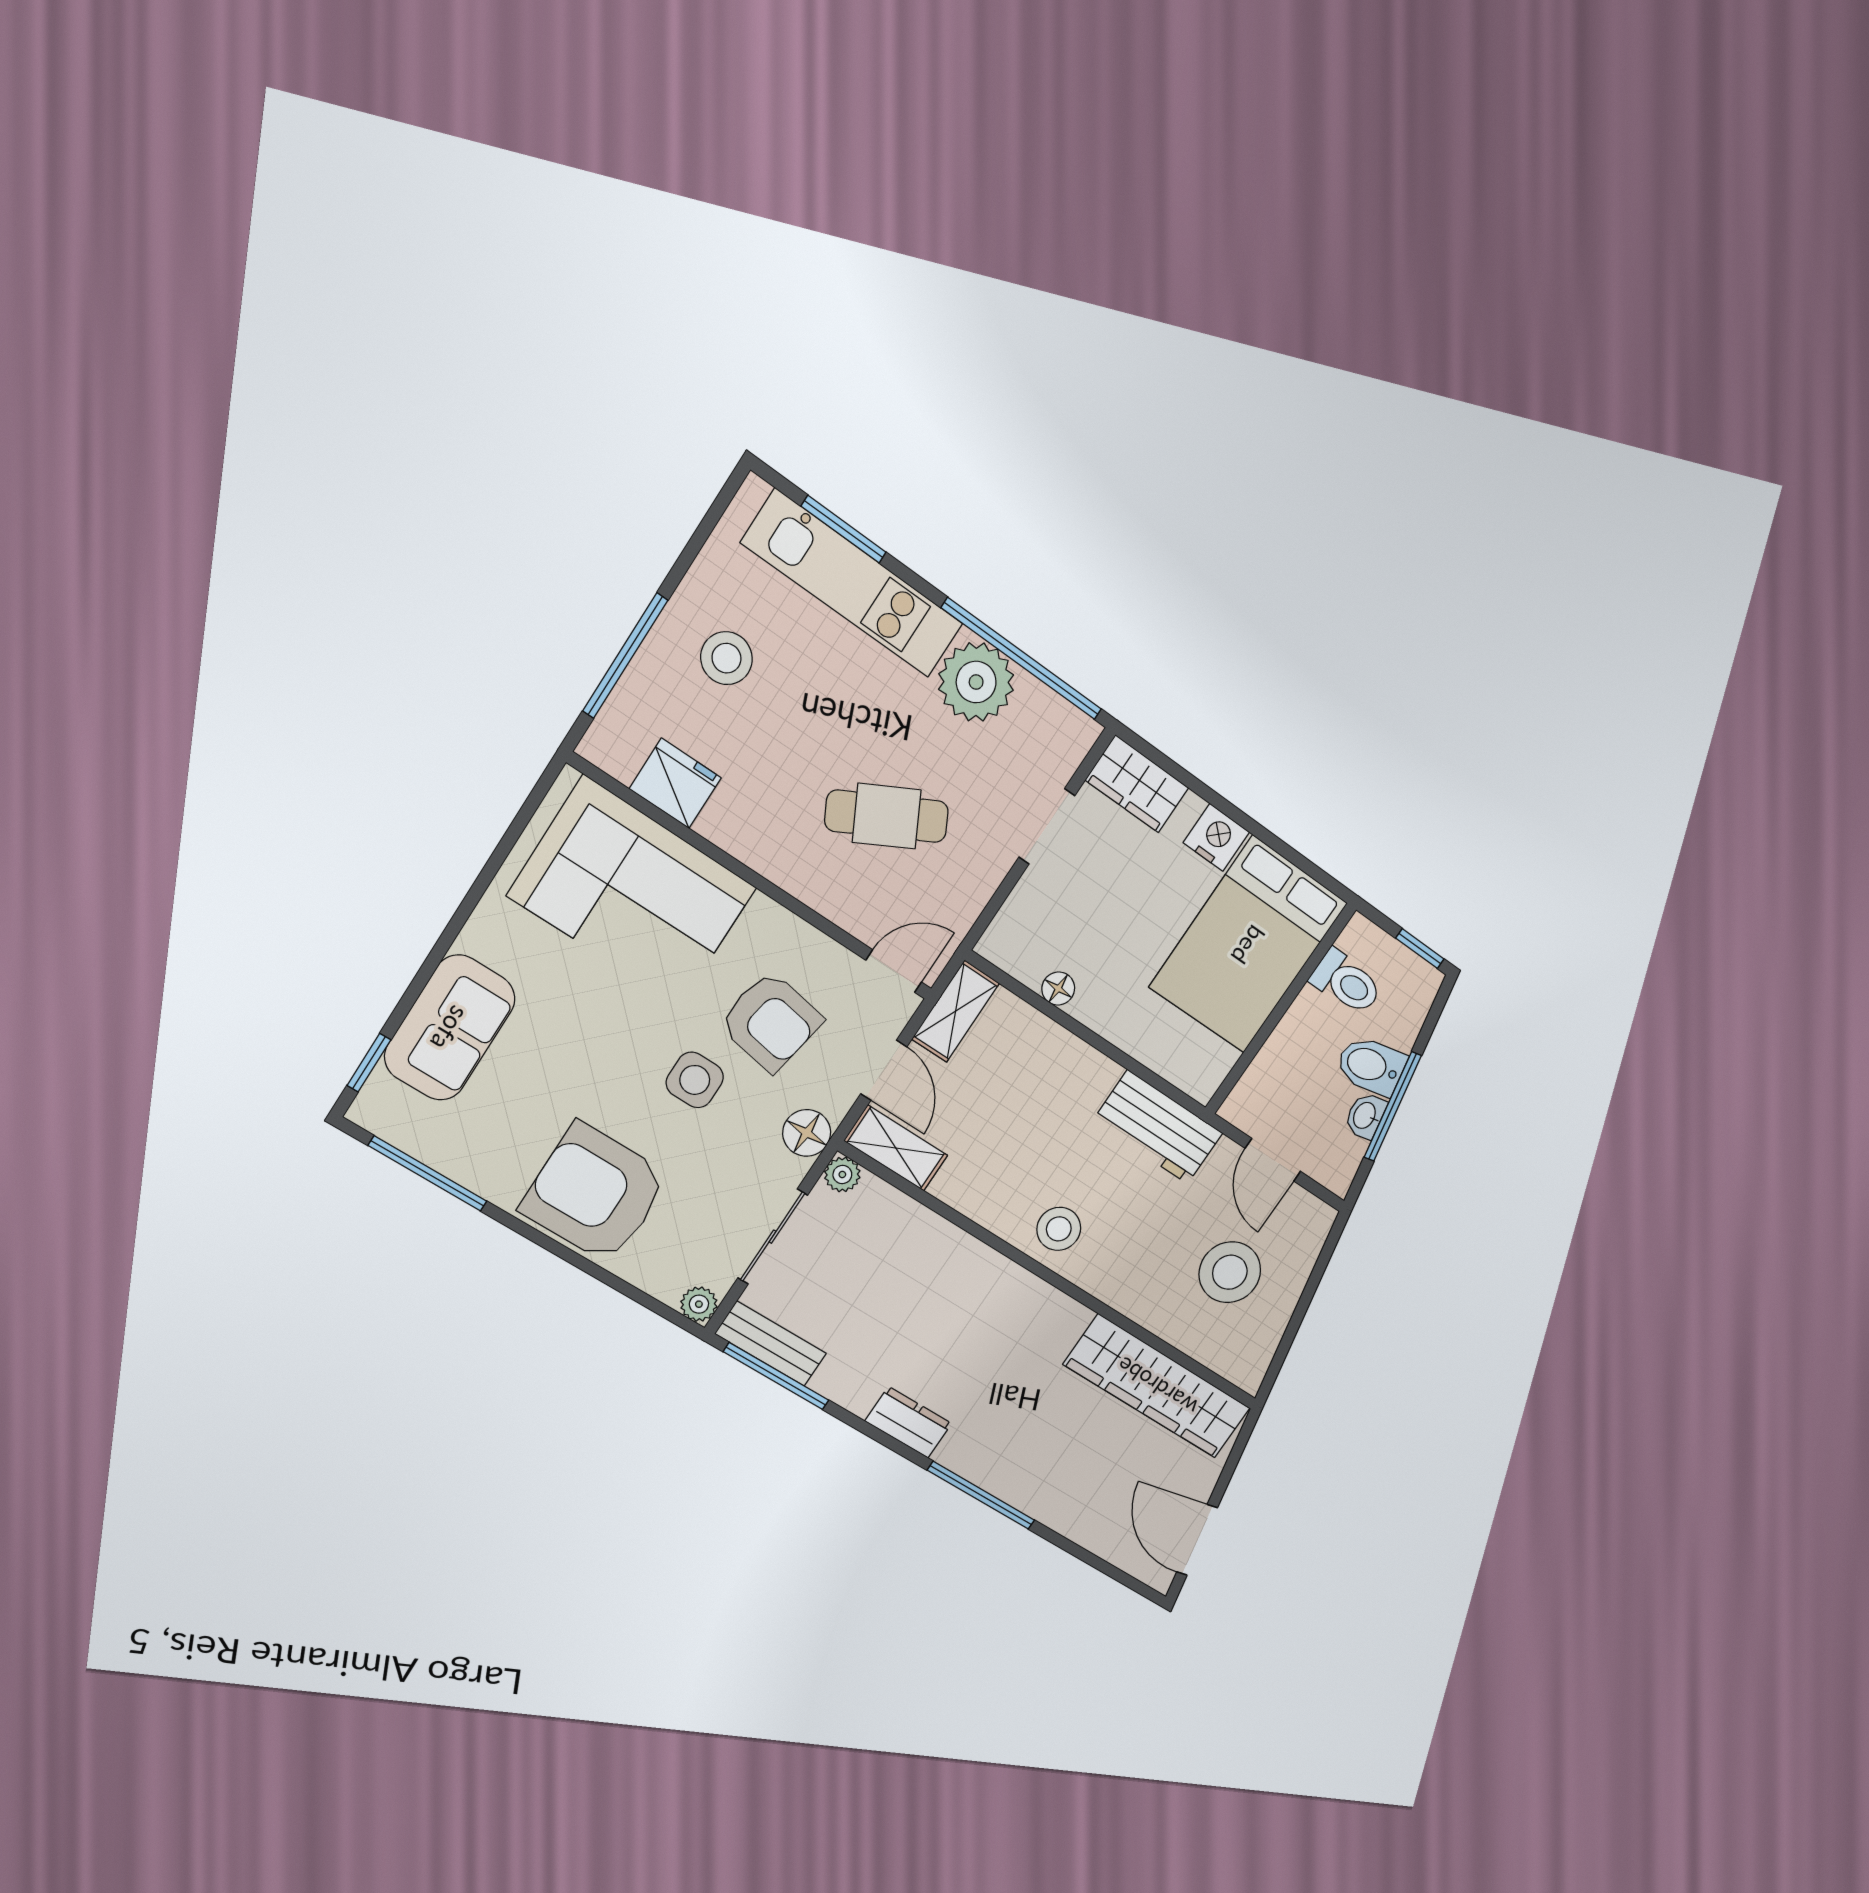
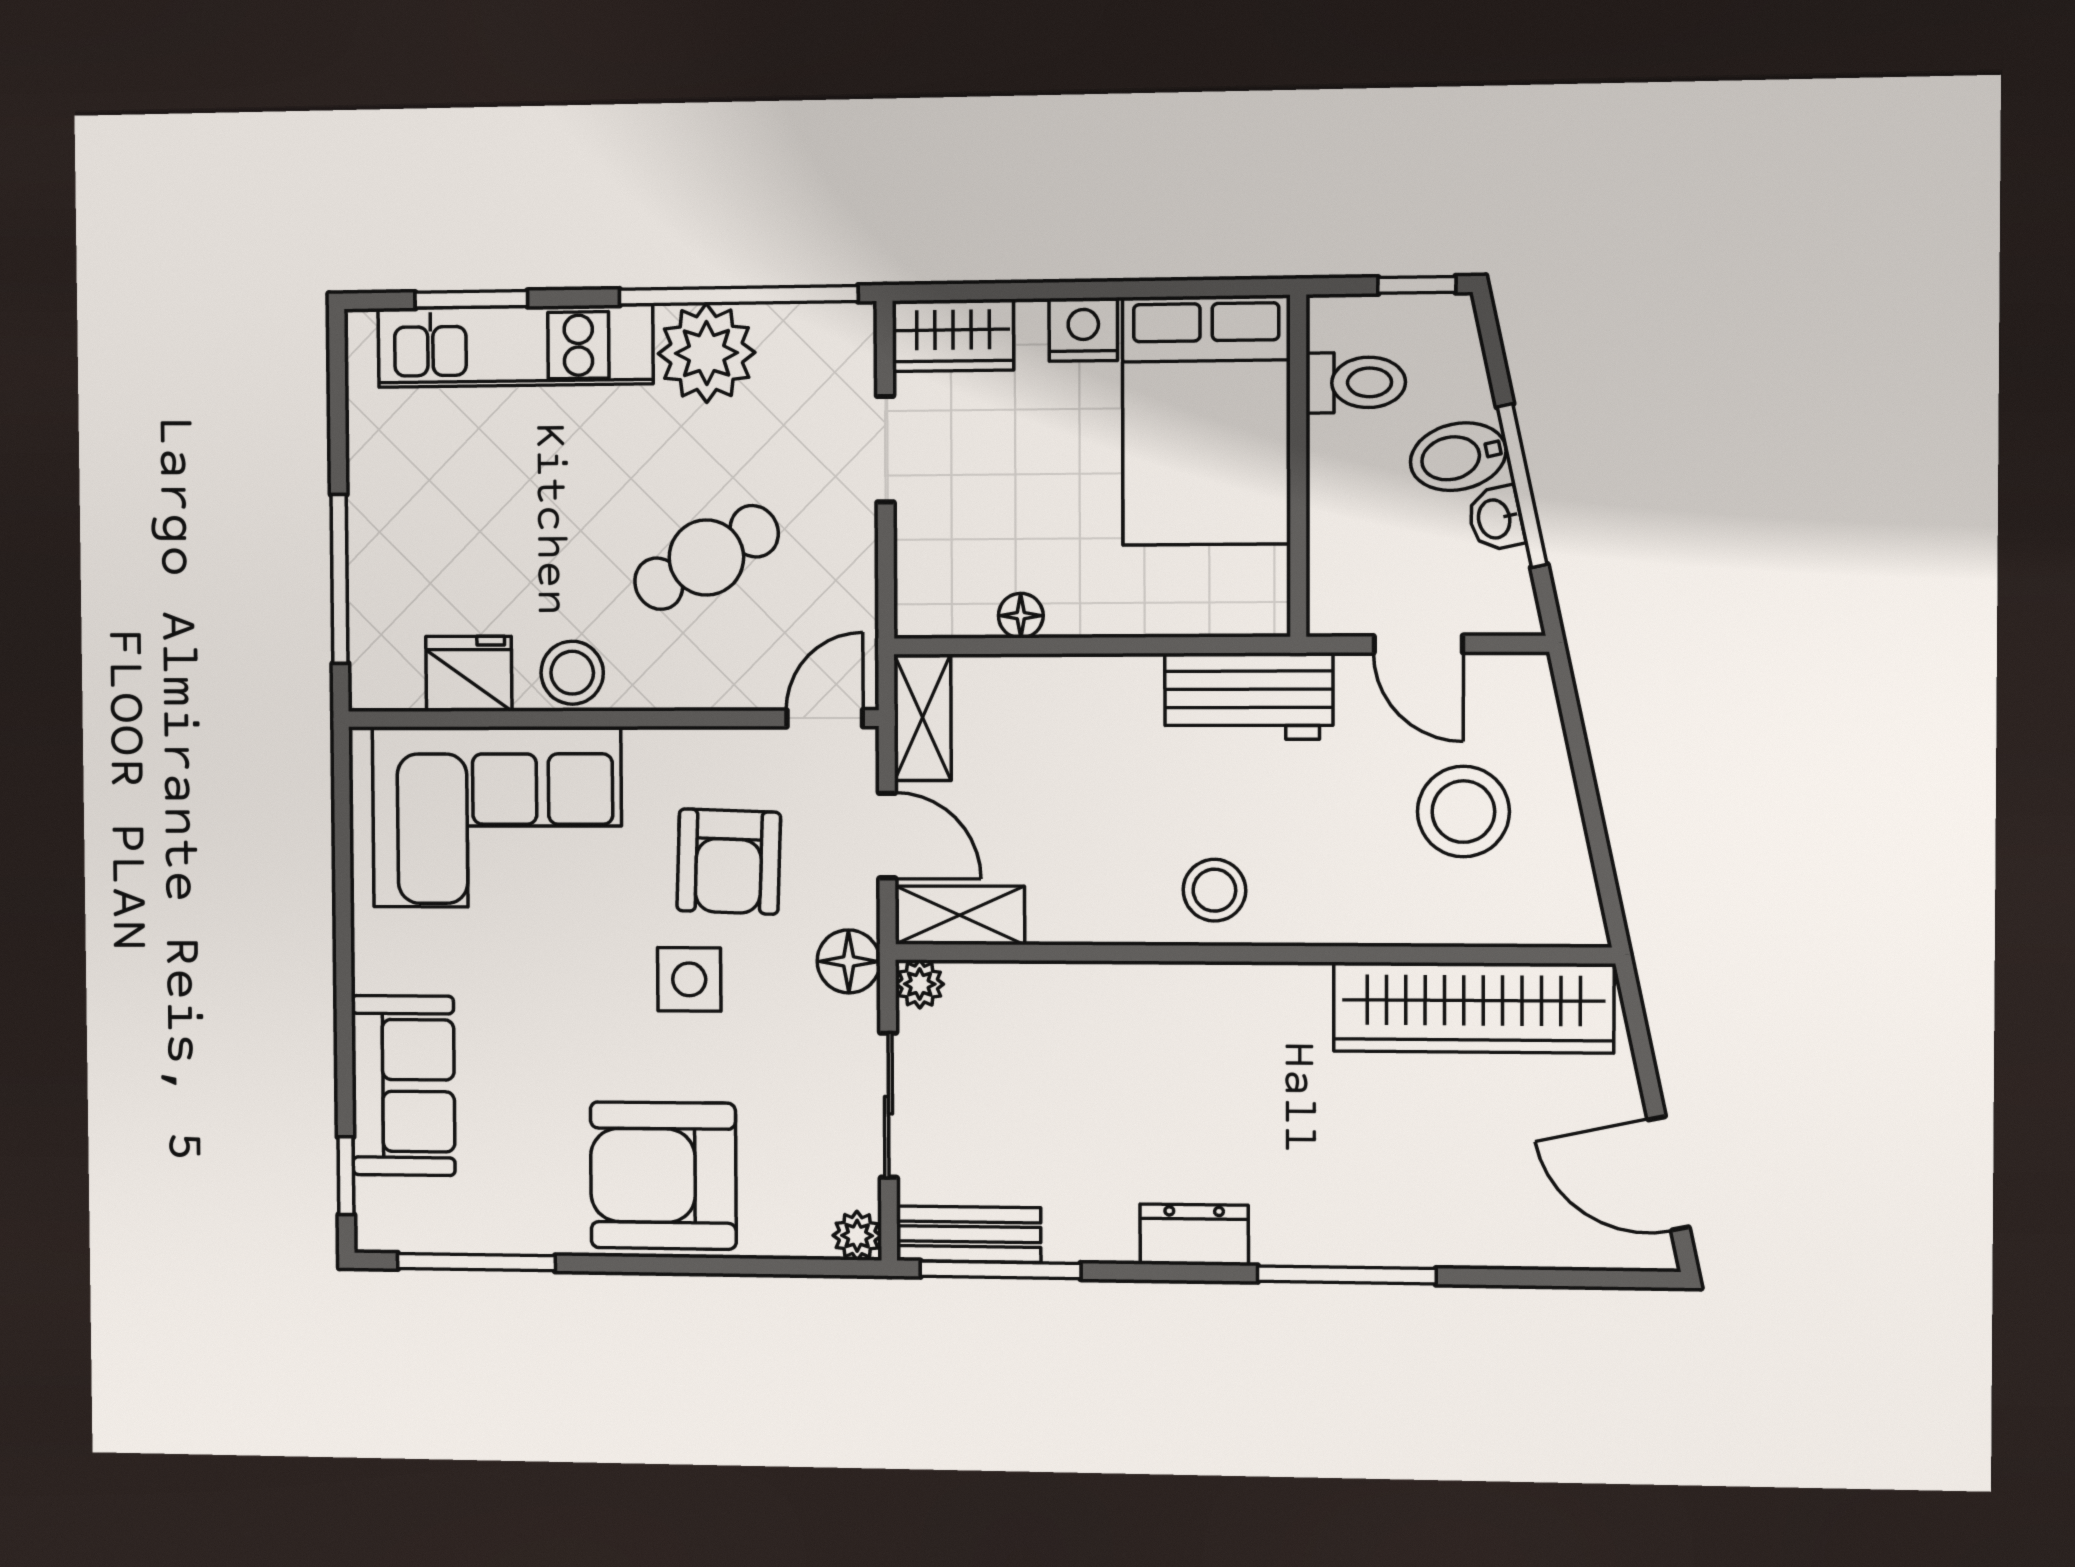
stool: (726, 658) -> (572, 673), moved
armchair: (771, 1022) -> (729, 862), turned 82

